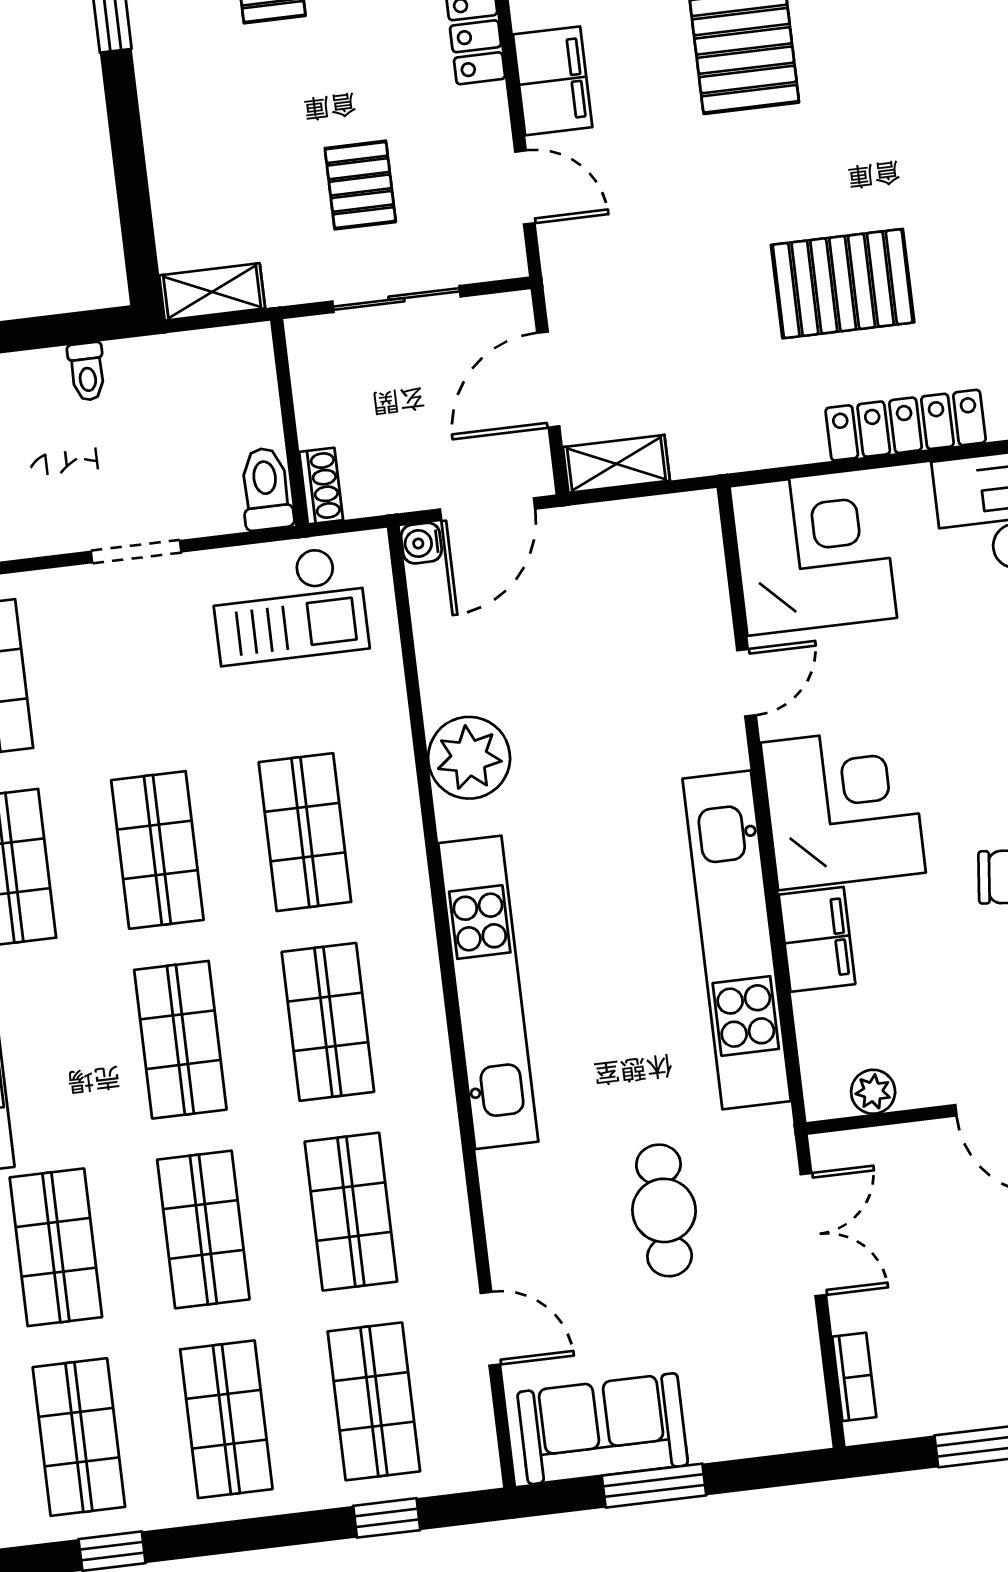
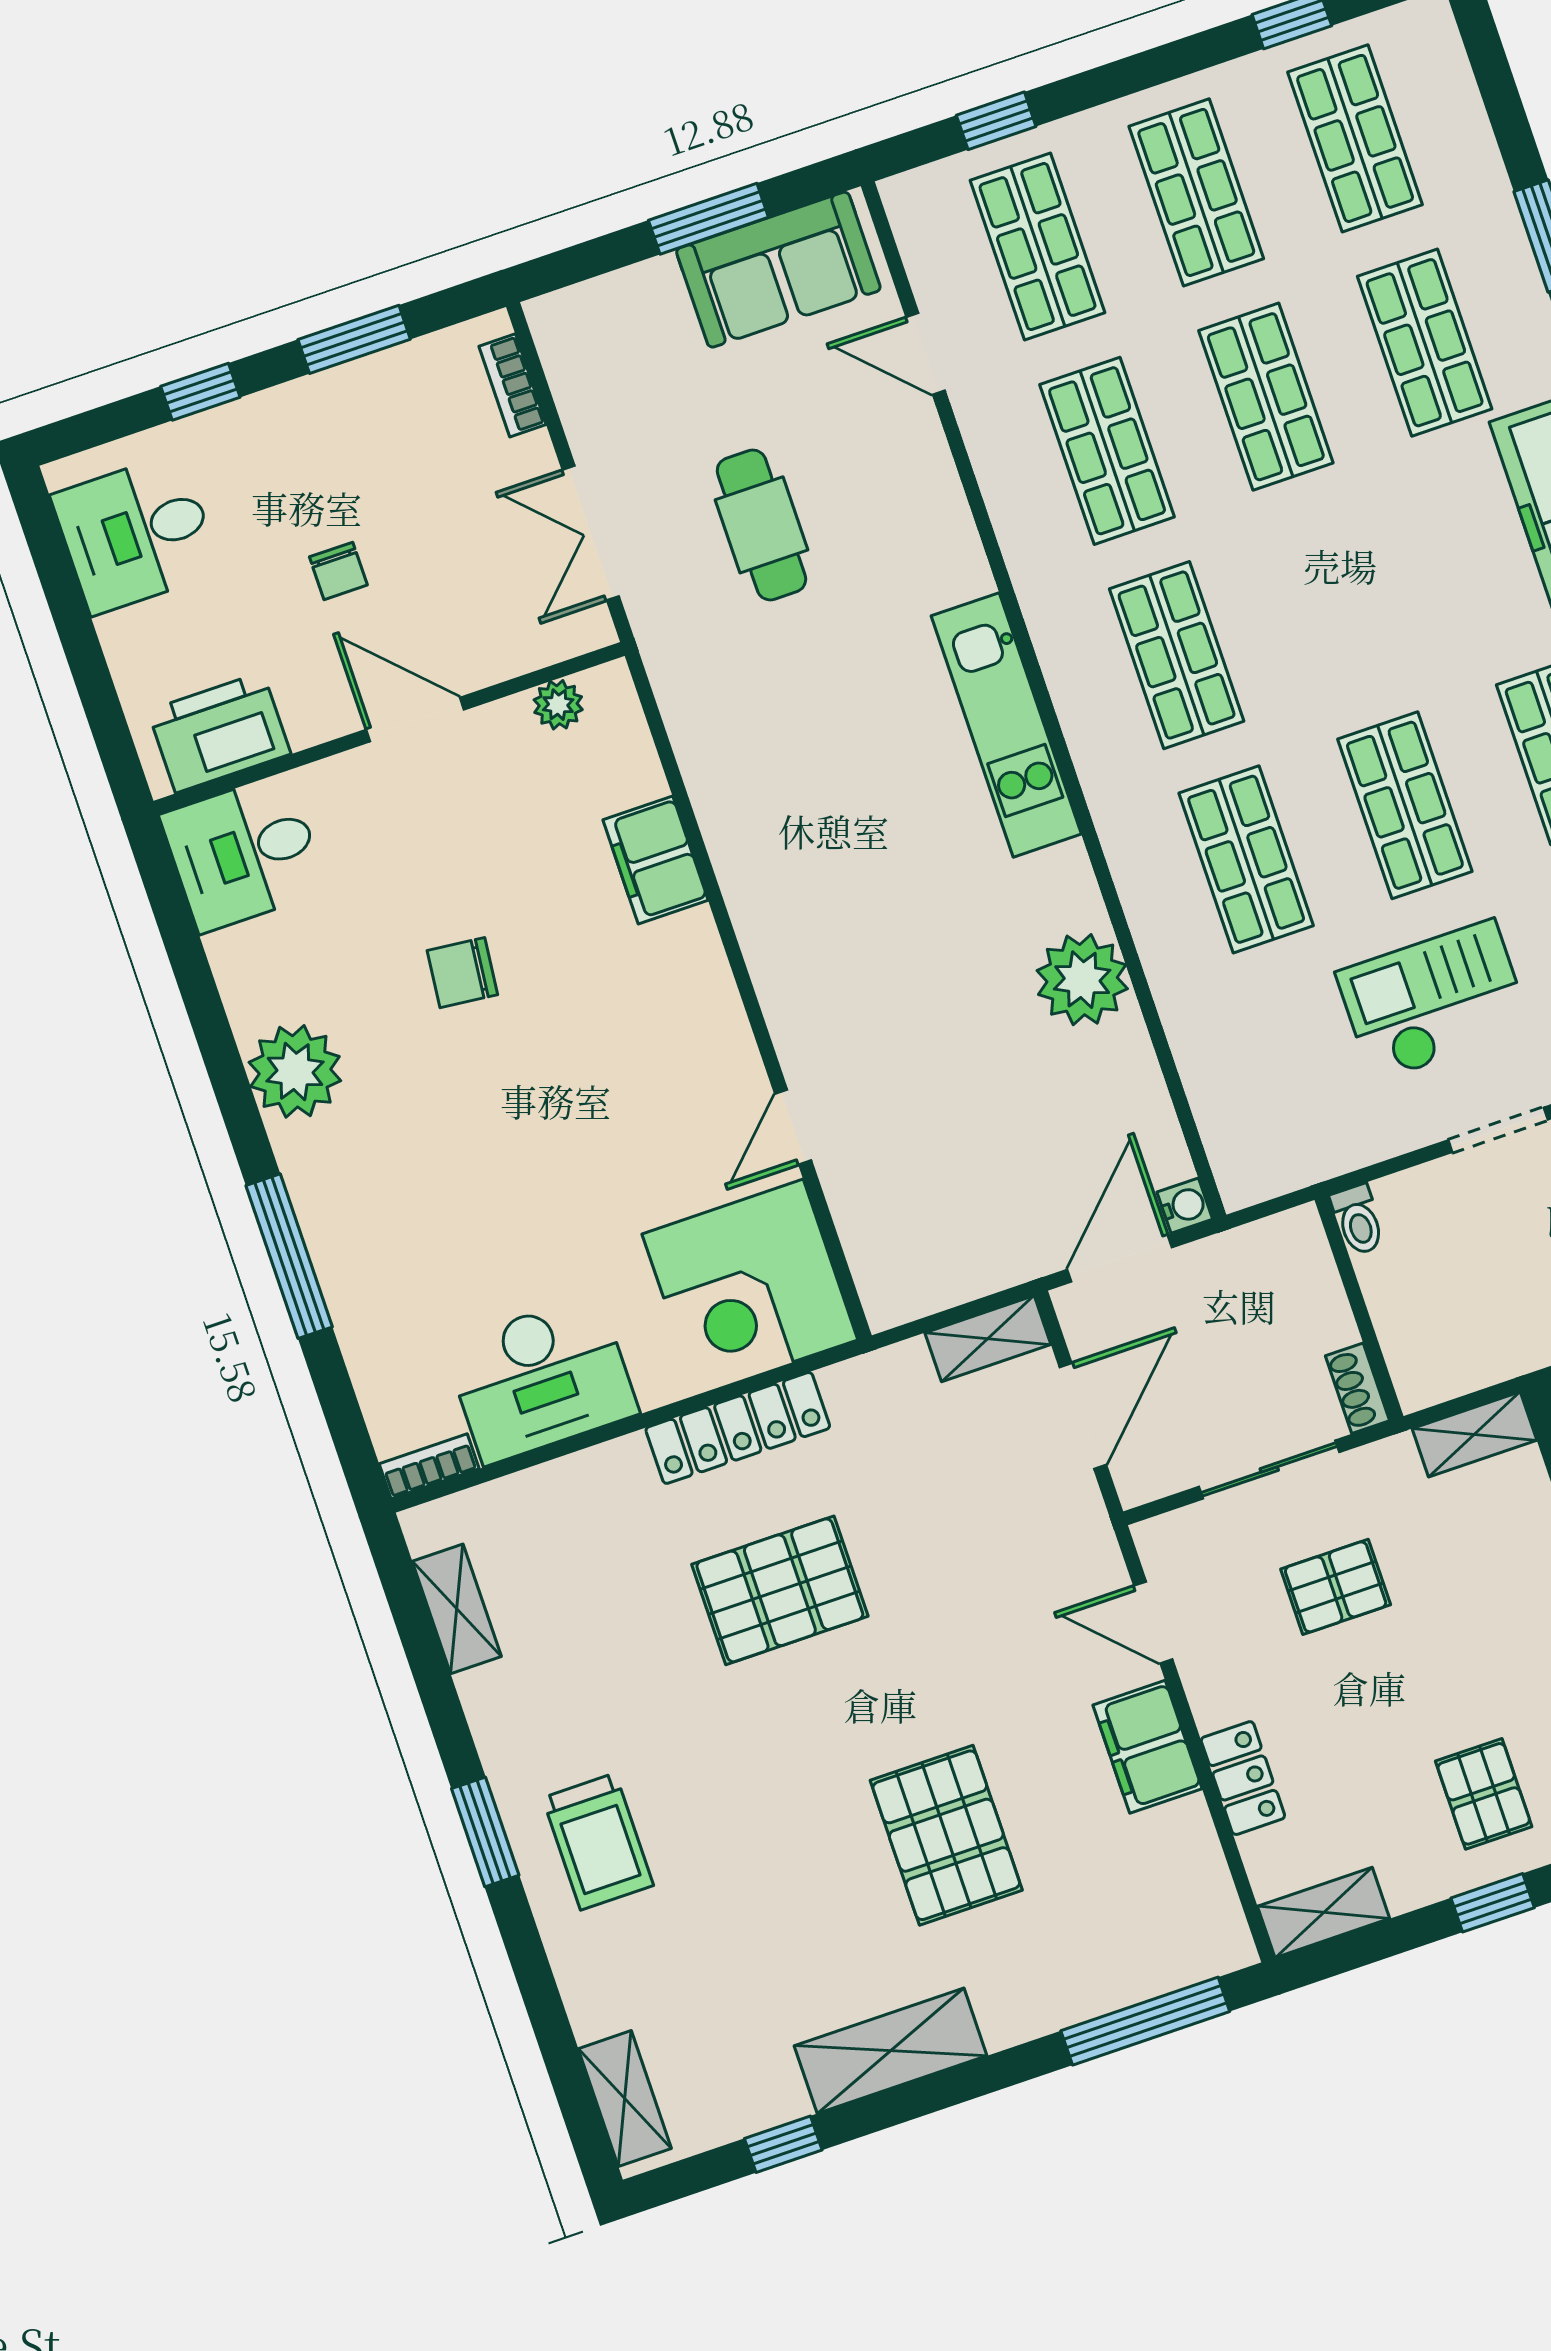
pallet: (360, 185) -> (1336, 1587), turned 90
locker: (906, 425) -> (738, 1428), moved
shoe rack: (321, 486) -> (1358, 1388), moved
toilet: (266, 489) -> (1358, 1220), width x0.73, depth x0.72
checkout: (289, 605) -> (1434, 1001), moved
corner desk: (843, 808) -> (657, 1012), removed
kitchen unit: (737, 940) -> (744, 841), removed
kitchen unit: (488, 992) -> (1006, 725), width x0.73
shop shelf: (180, 1040) -> (1335, 601), removed

